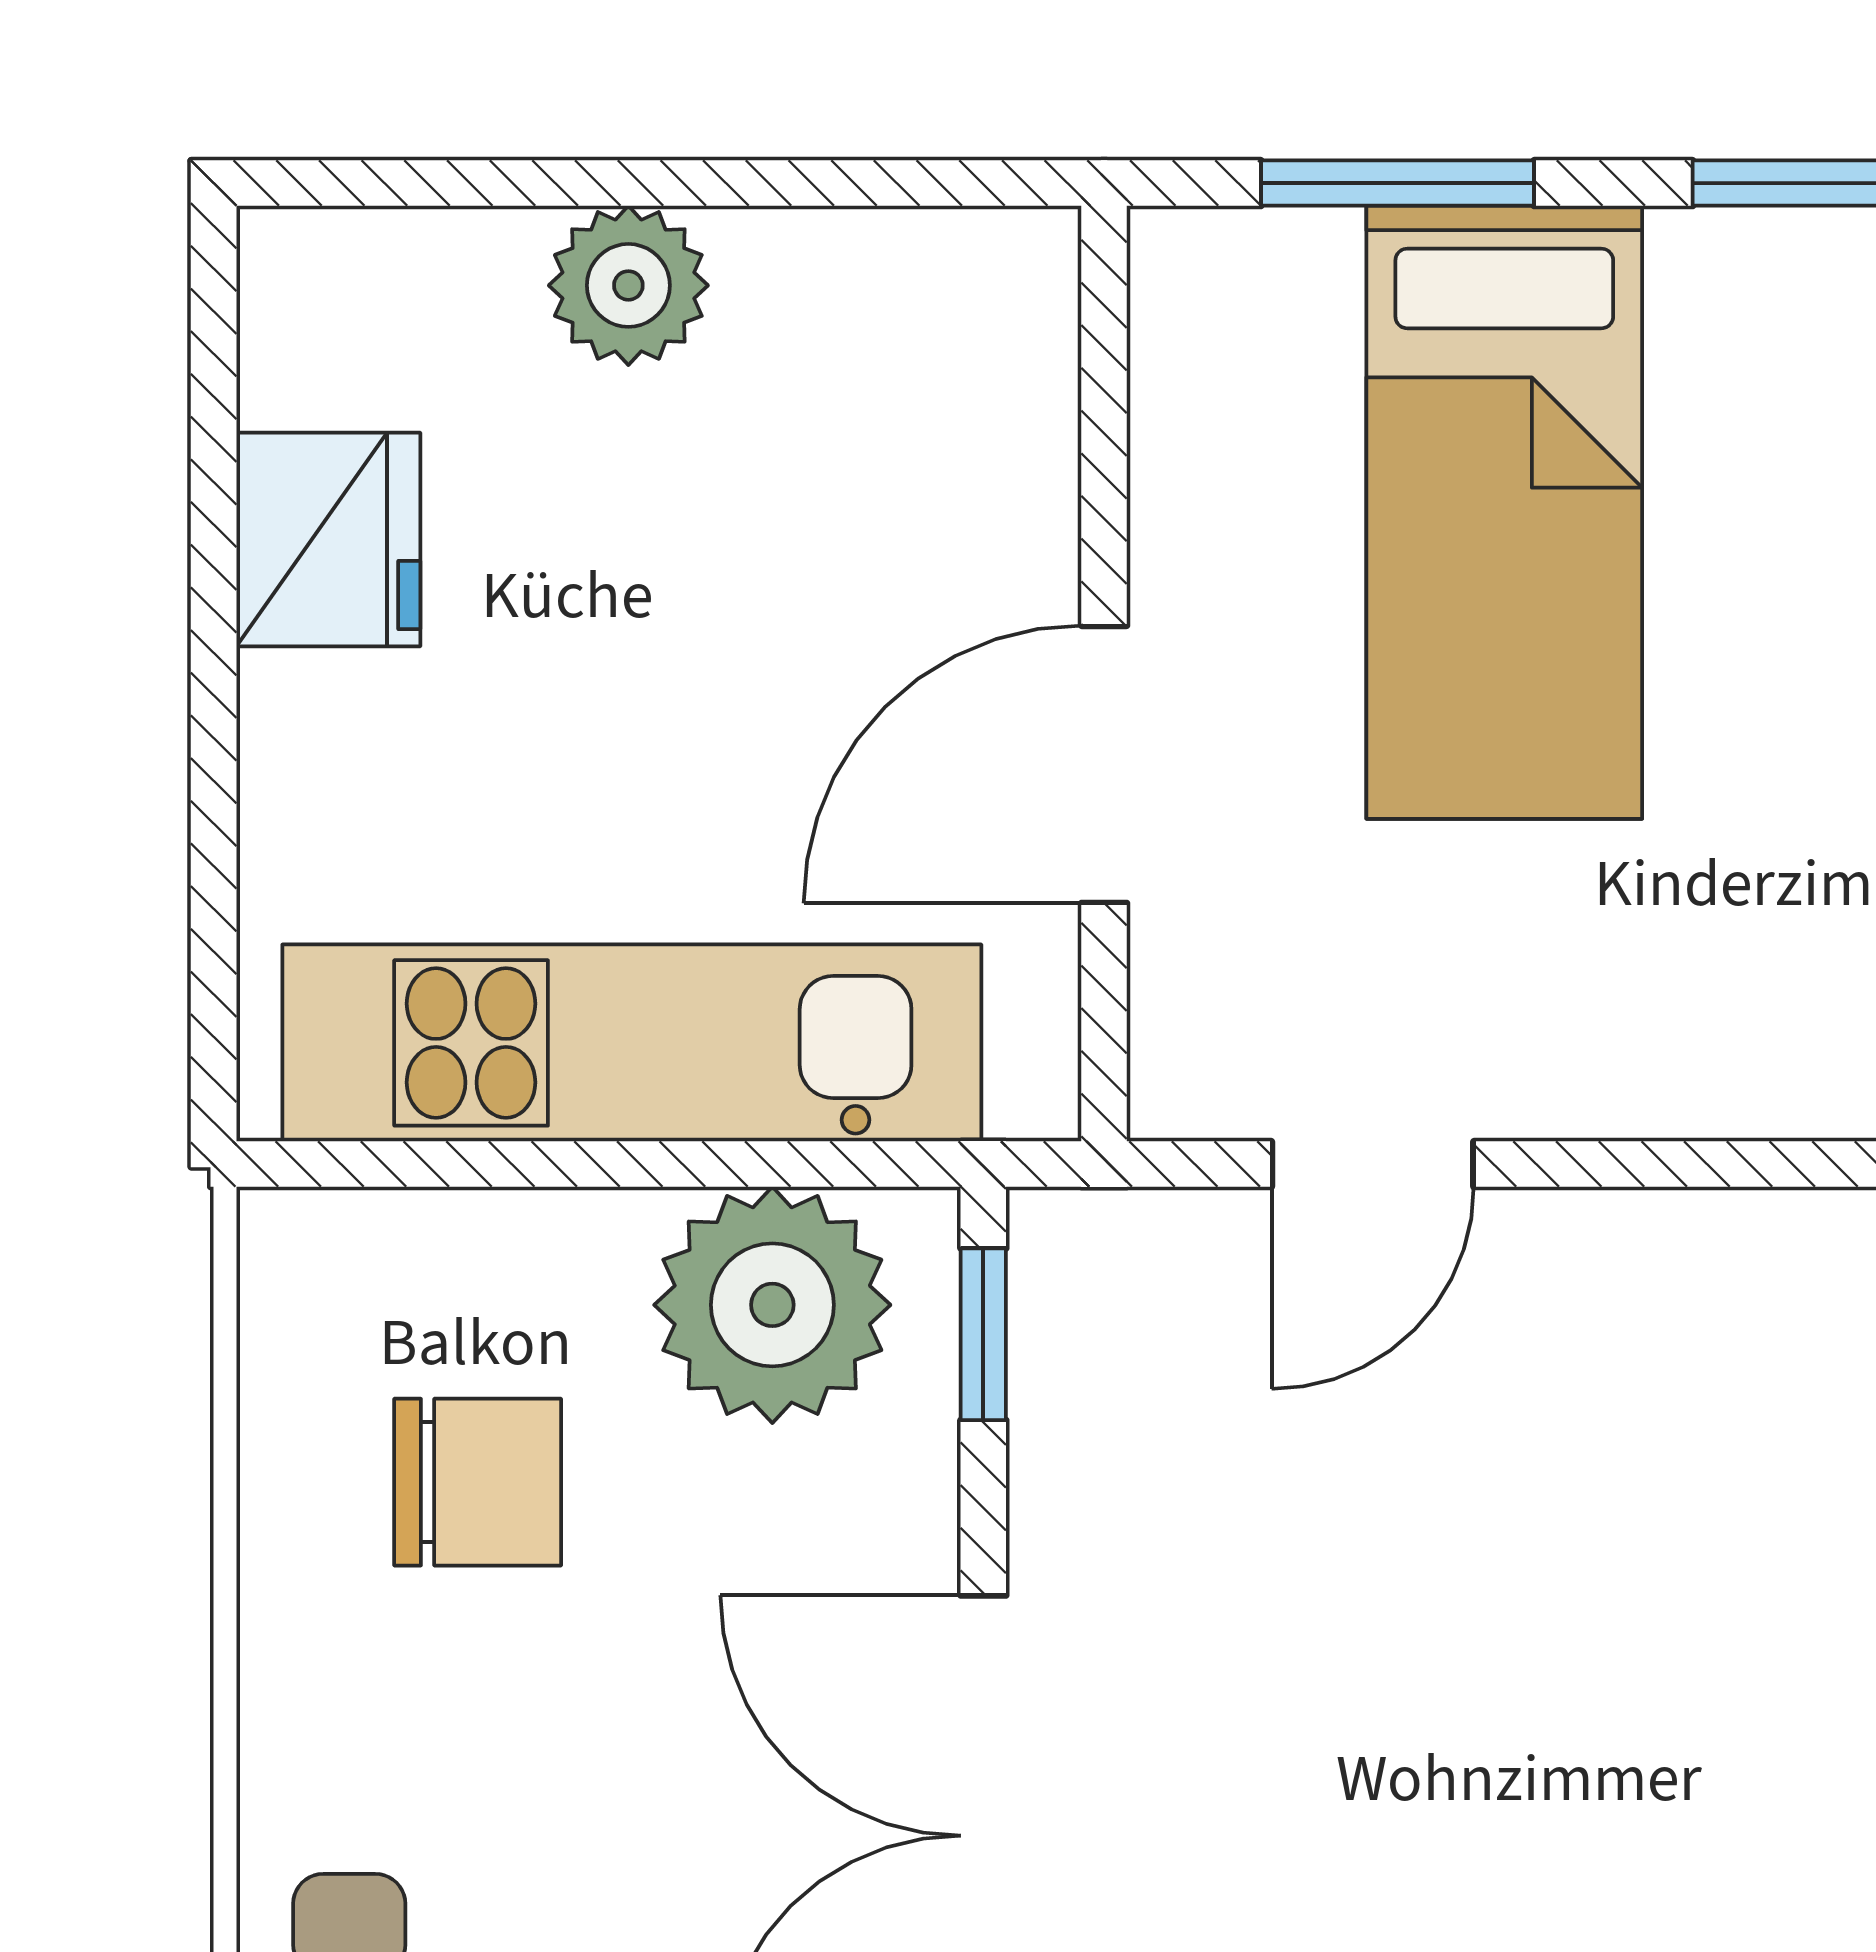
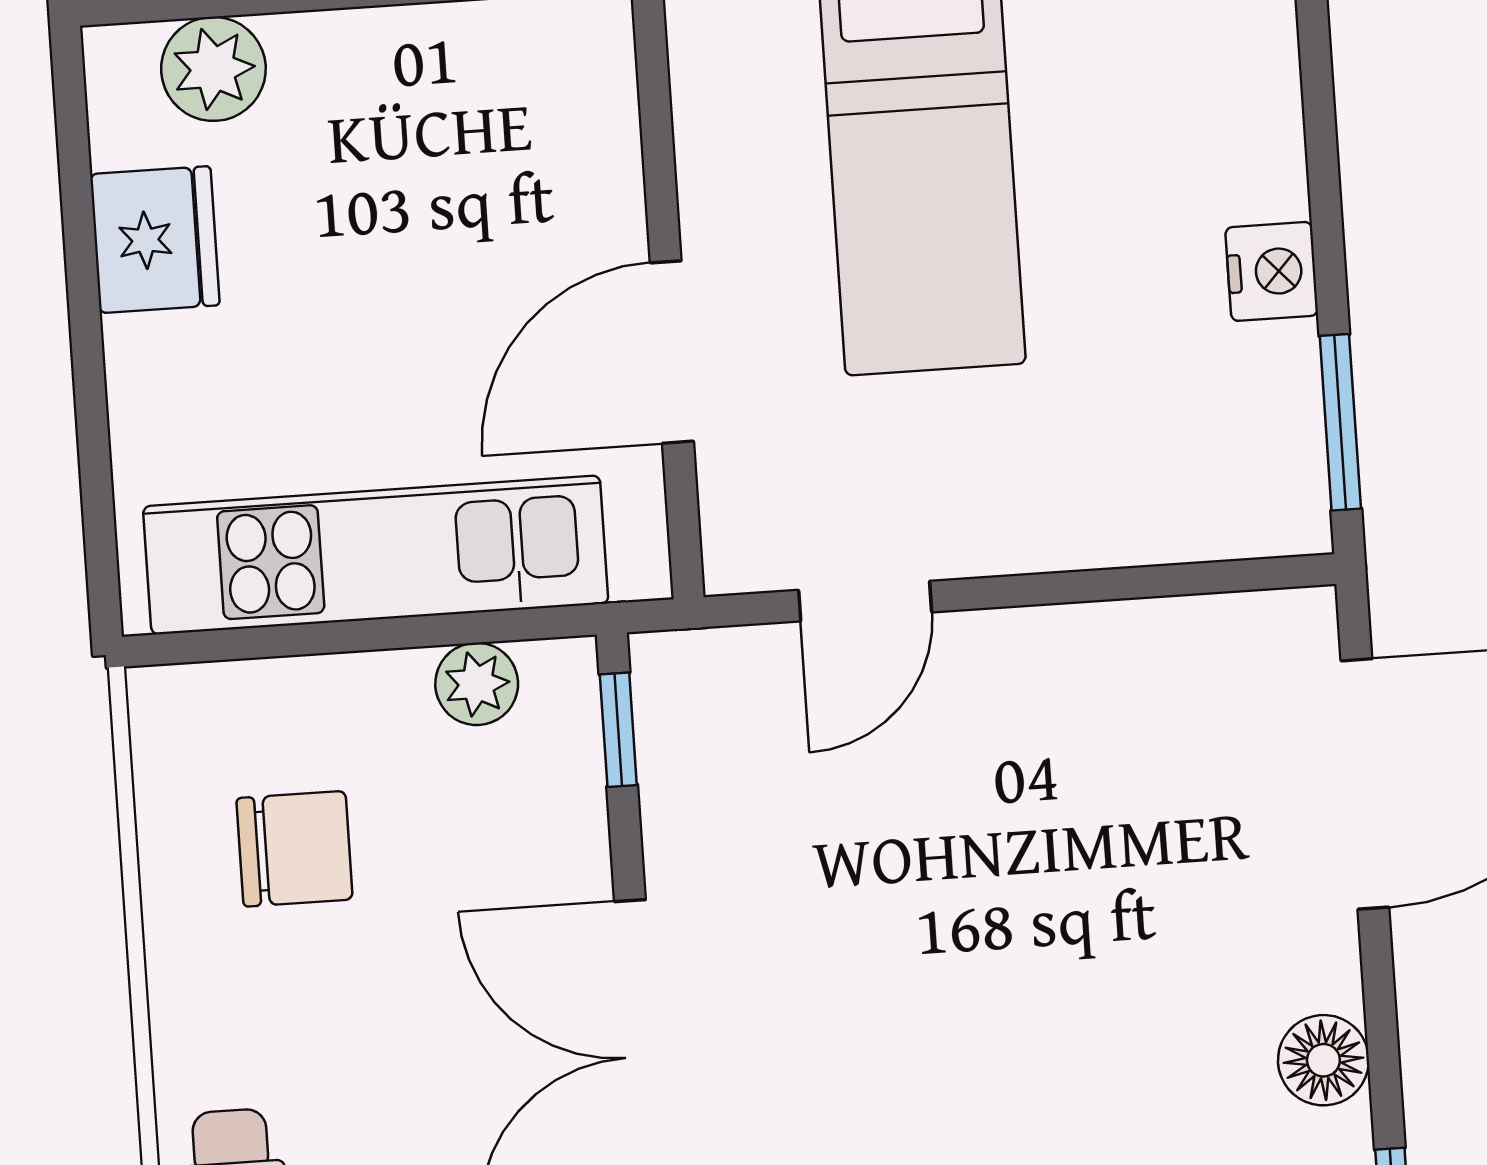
plant: (628, 285) -> (213, 69), moved
plant: (772, 1305) -> (477, 684), width x0.53, depth x0.53

